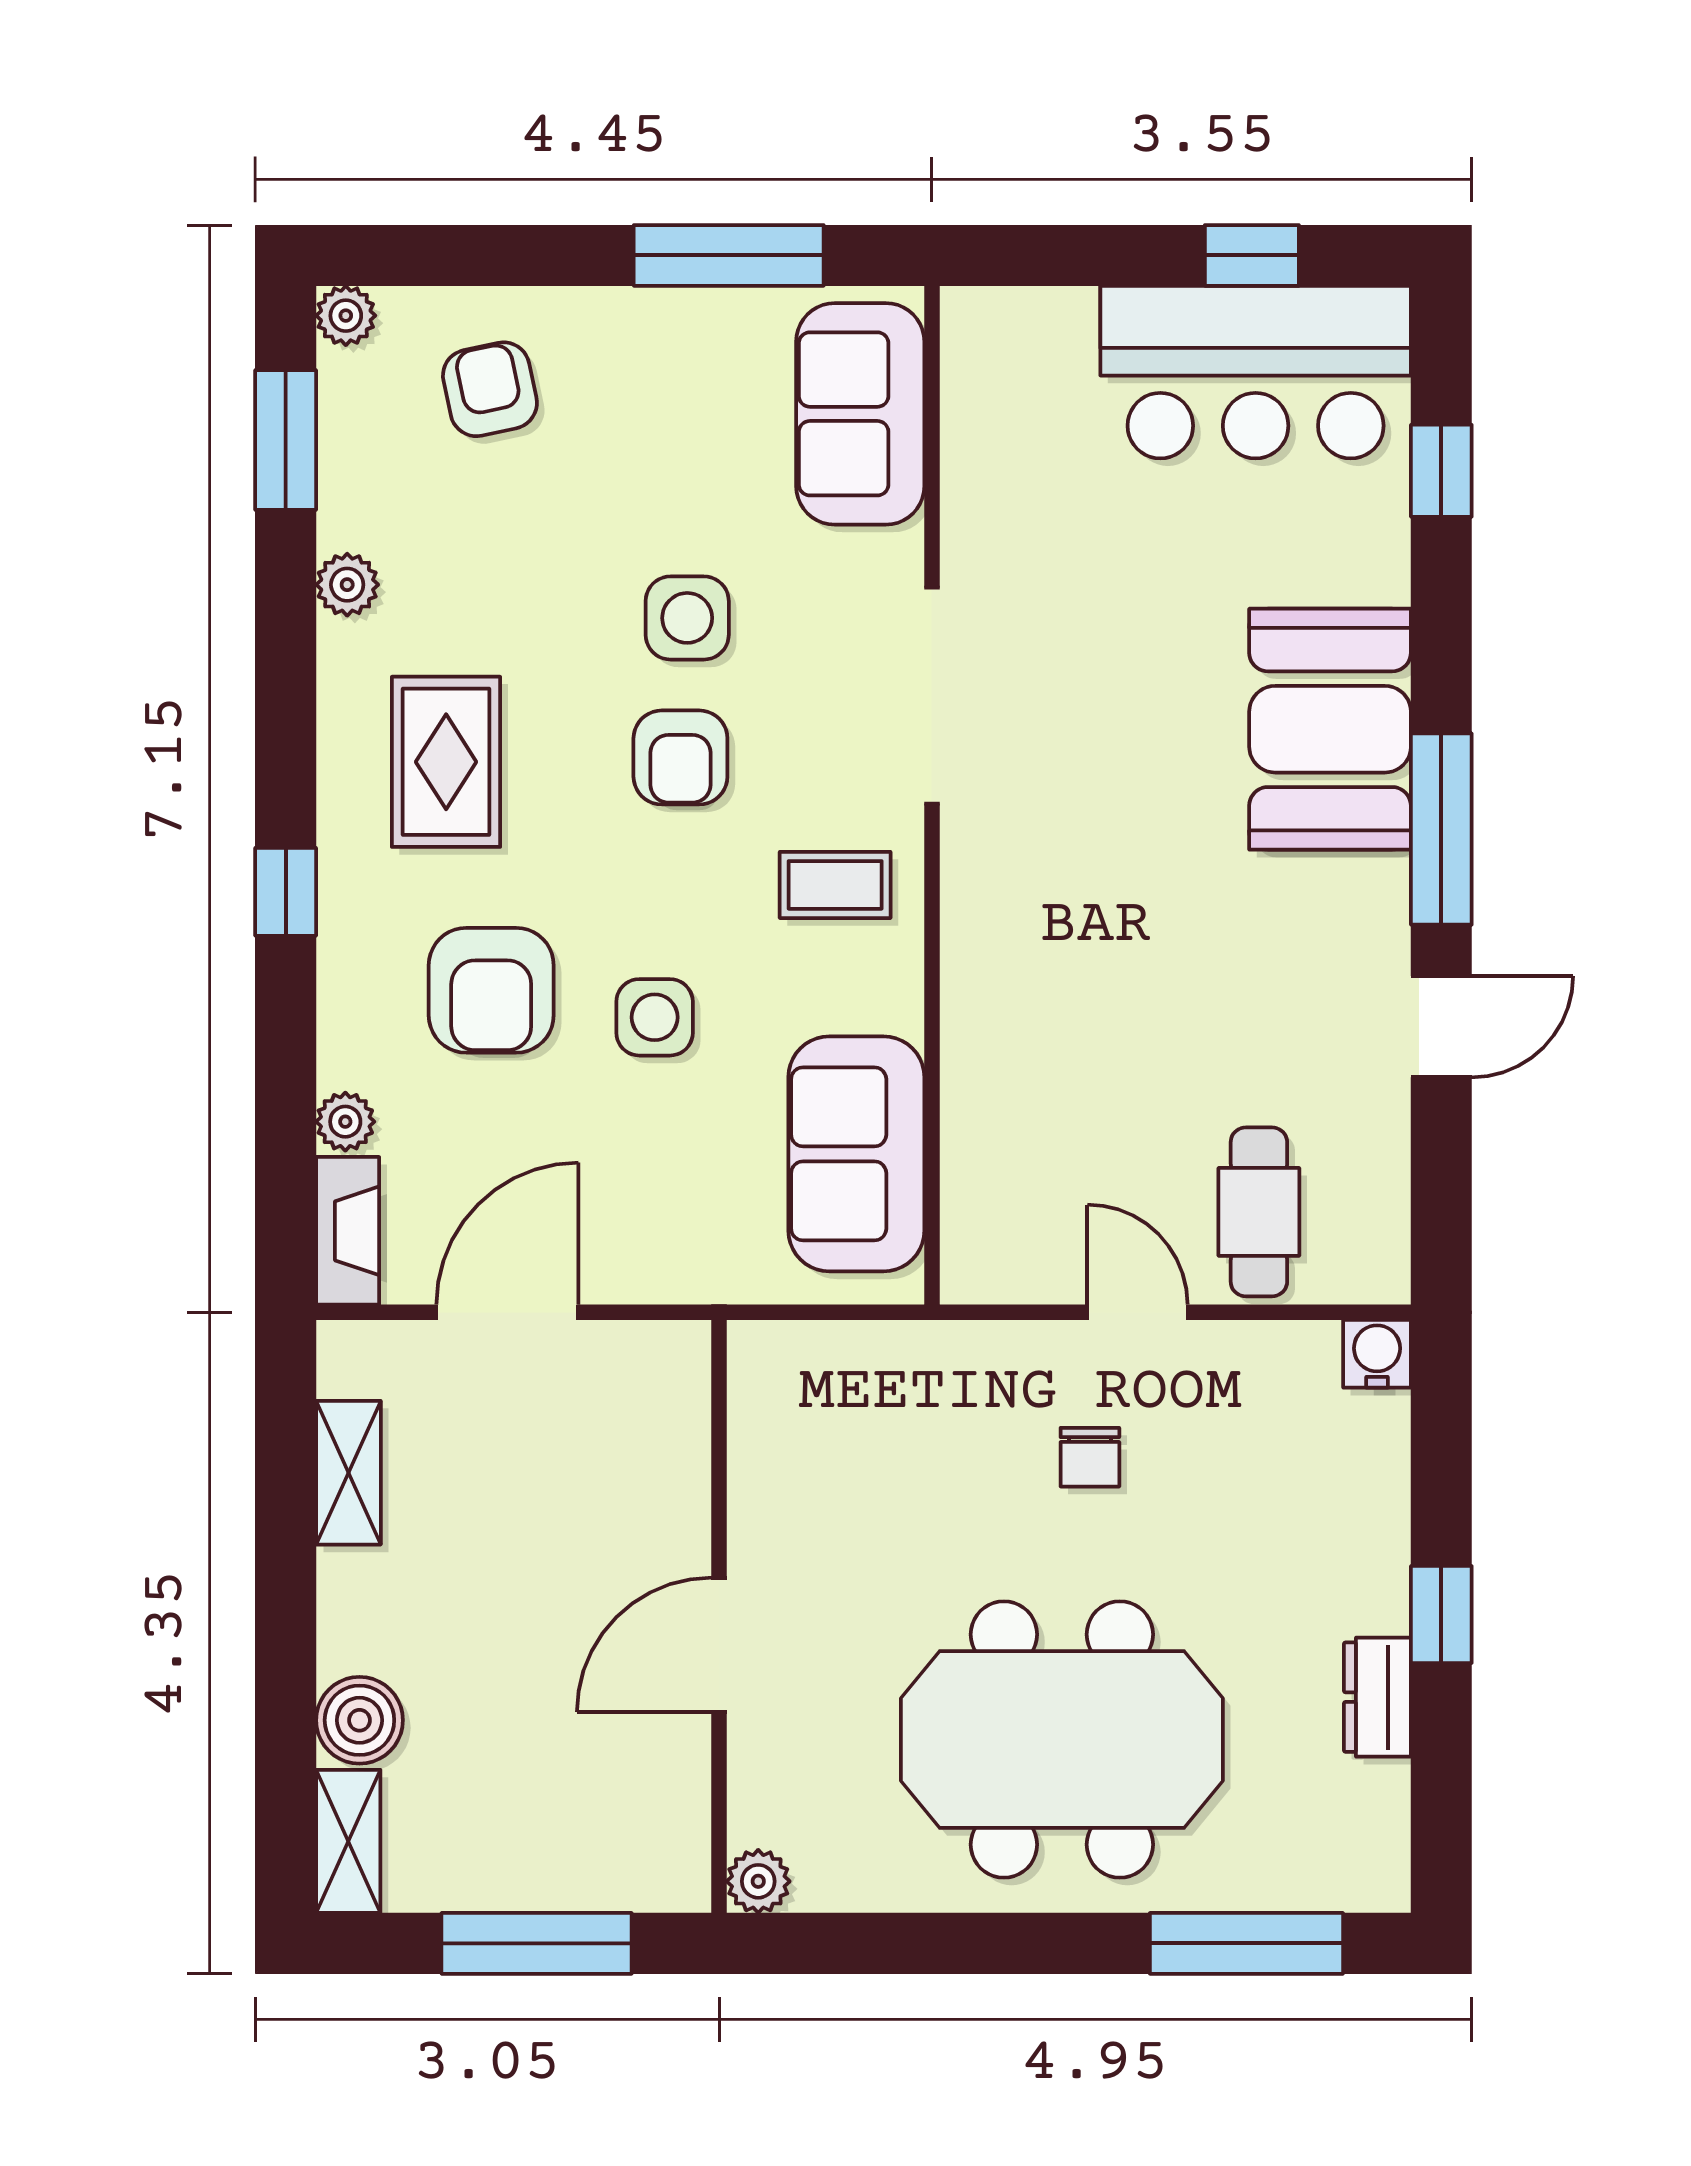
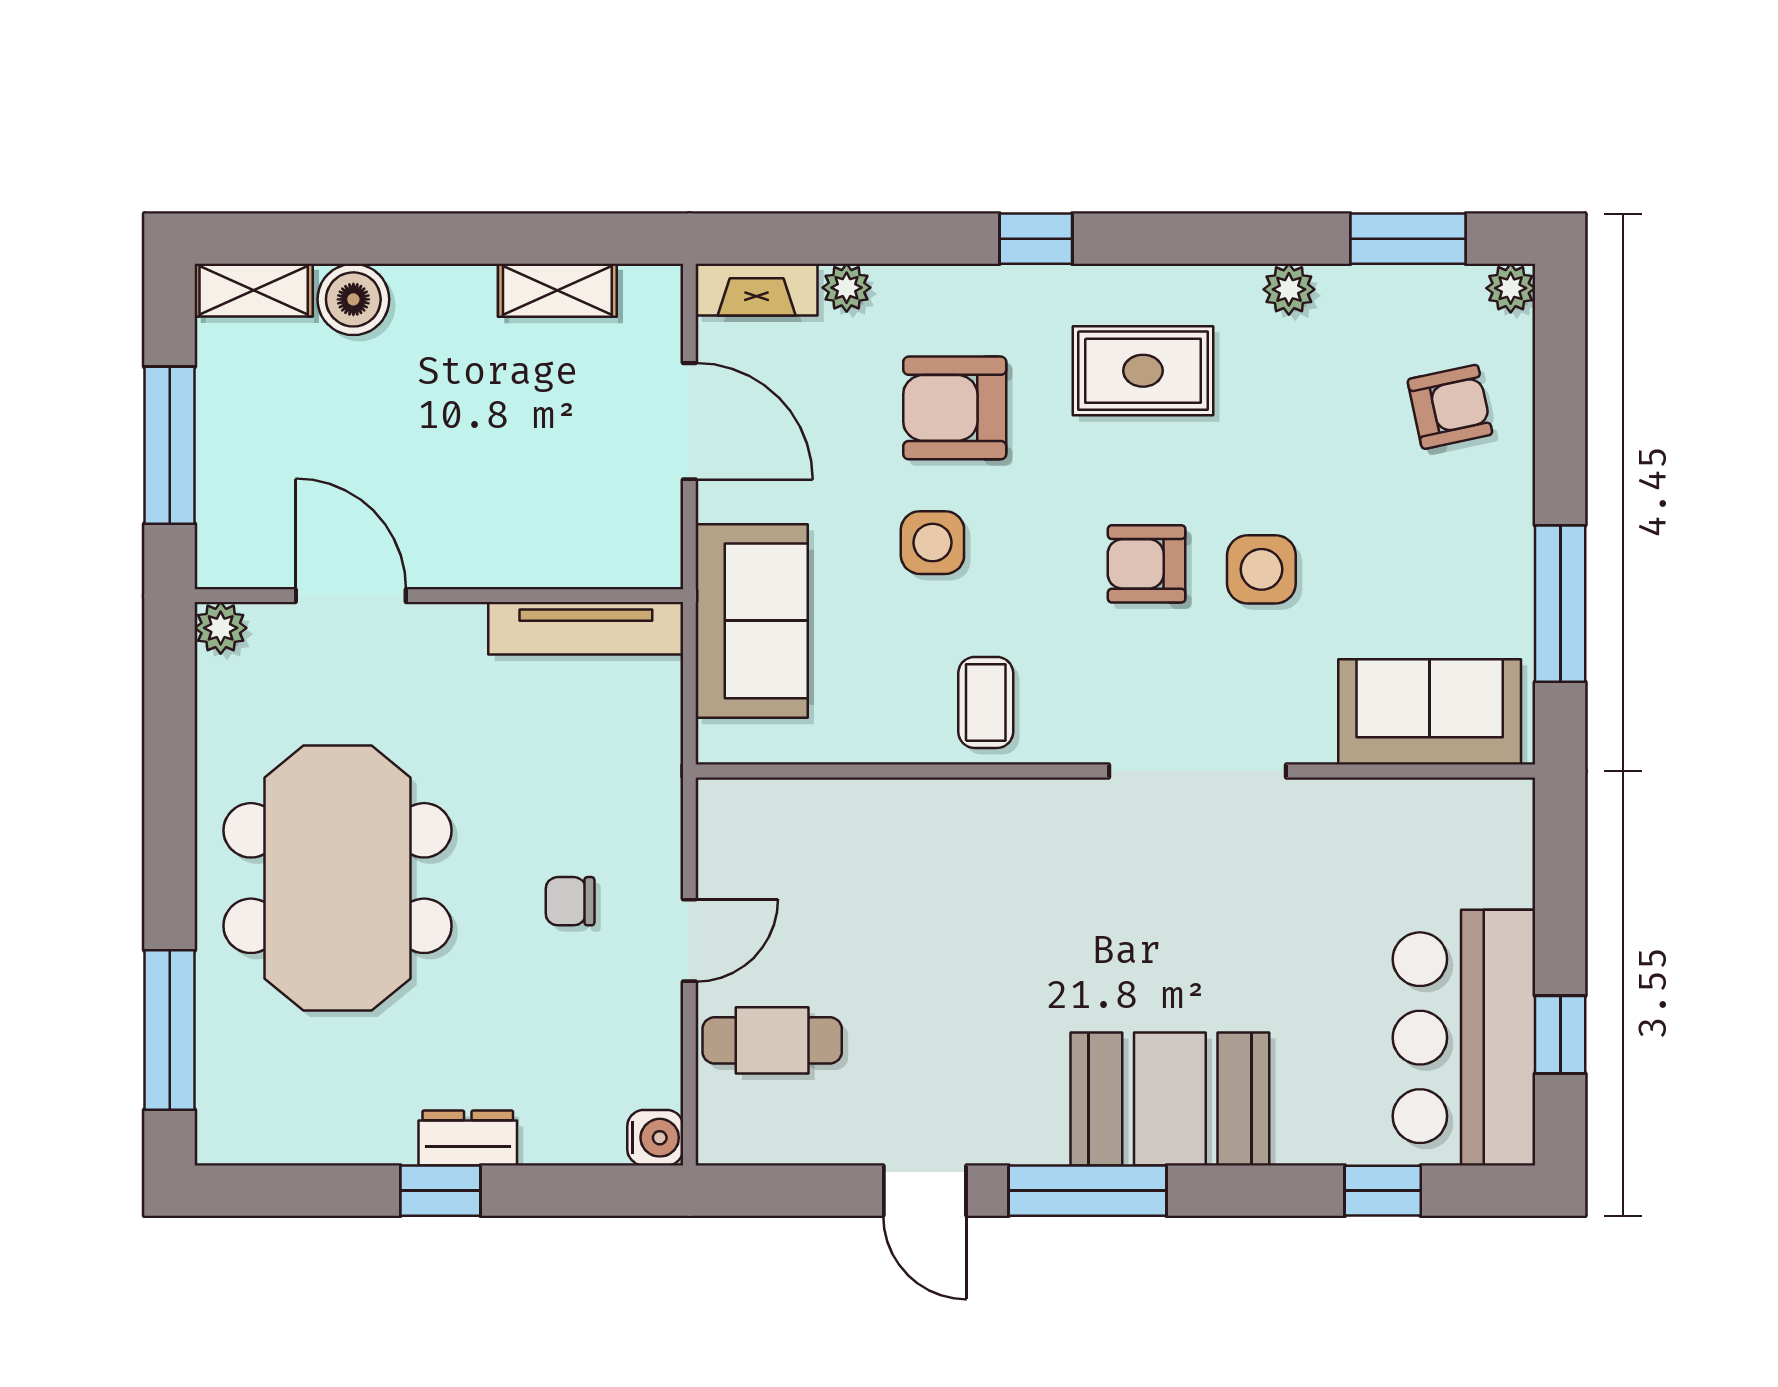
coffee table: (835, 885) -> (986, 702), moved
sofa: (856, 1154) -> (752, 621), moved, turned 90
tv unit: (759, 1438) -> (586, 628), added
door: (719, 1645) -> (351, 596), moved
dresser: (1377, 1697) -> (468, 1138), moved

